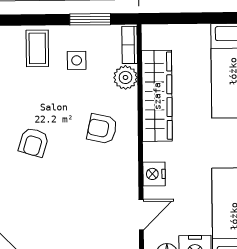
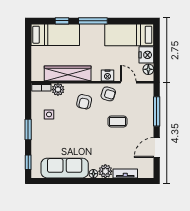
window: (90, 19) -> (28, 129), moved
coffee table: (37, 48) -> (117, 121), moved
armchair: (34, 142) -> (108, 94), moved

